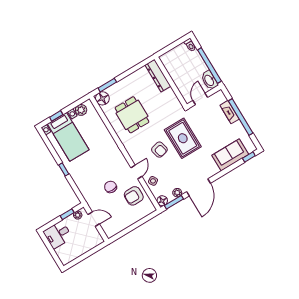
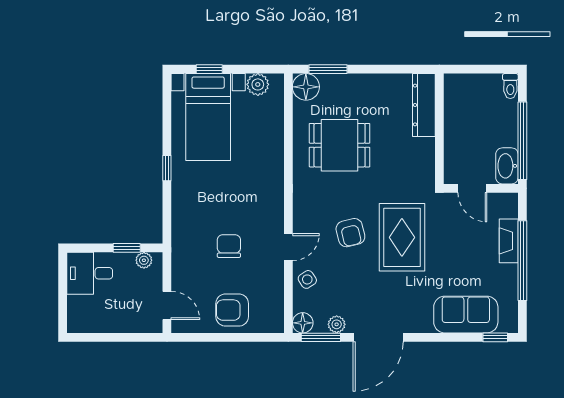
door: (200, 99) -> (472, 188), swing flipped
dining table: (132, 115) -> (340, 145), turned 90
armchair: (134, 196) -> (232, 310), moved
door: (94, 219) -> (167, 305), moved

